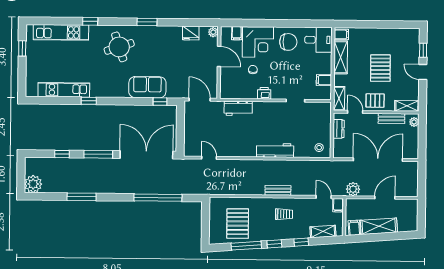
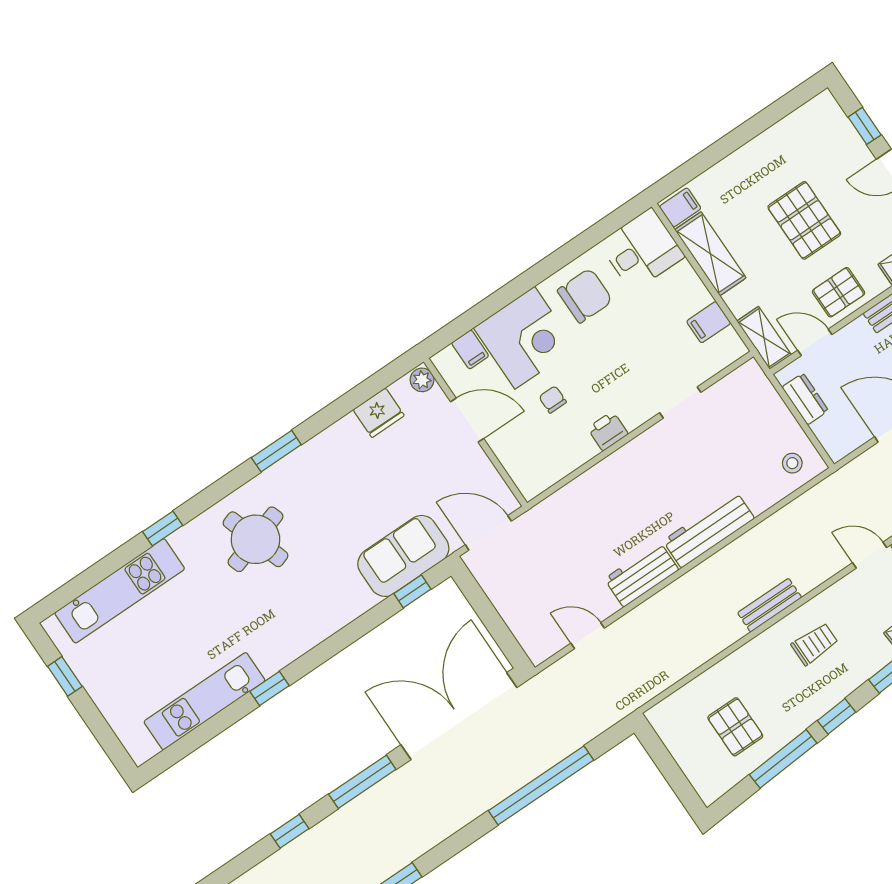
sofa: (147, 87) -> (403, 556), moved
workbench: (238, 108) -> (642, 574), moved, turned 180
pallet: (238, 224) -> (735, 727), width x0.67, depth x0.71

